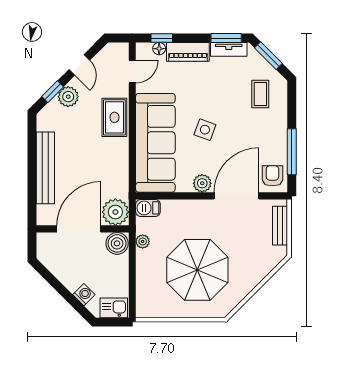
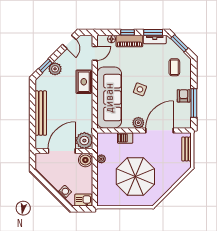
window: (162, 38) -> (127, 32), moved
door: (79, 65) -> (69, 42), moved
armchair: (272, 176) -> (184, 96), moved
barbecue: (148, 208) -> (125, 138), moved

